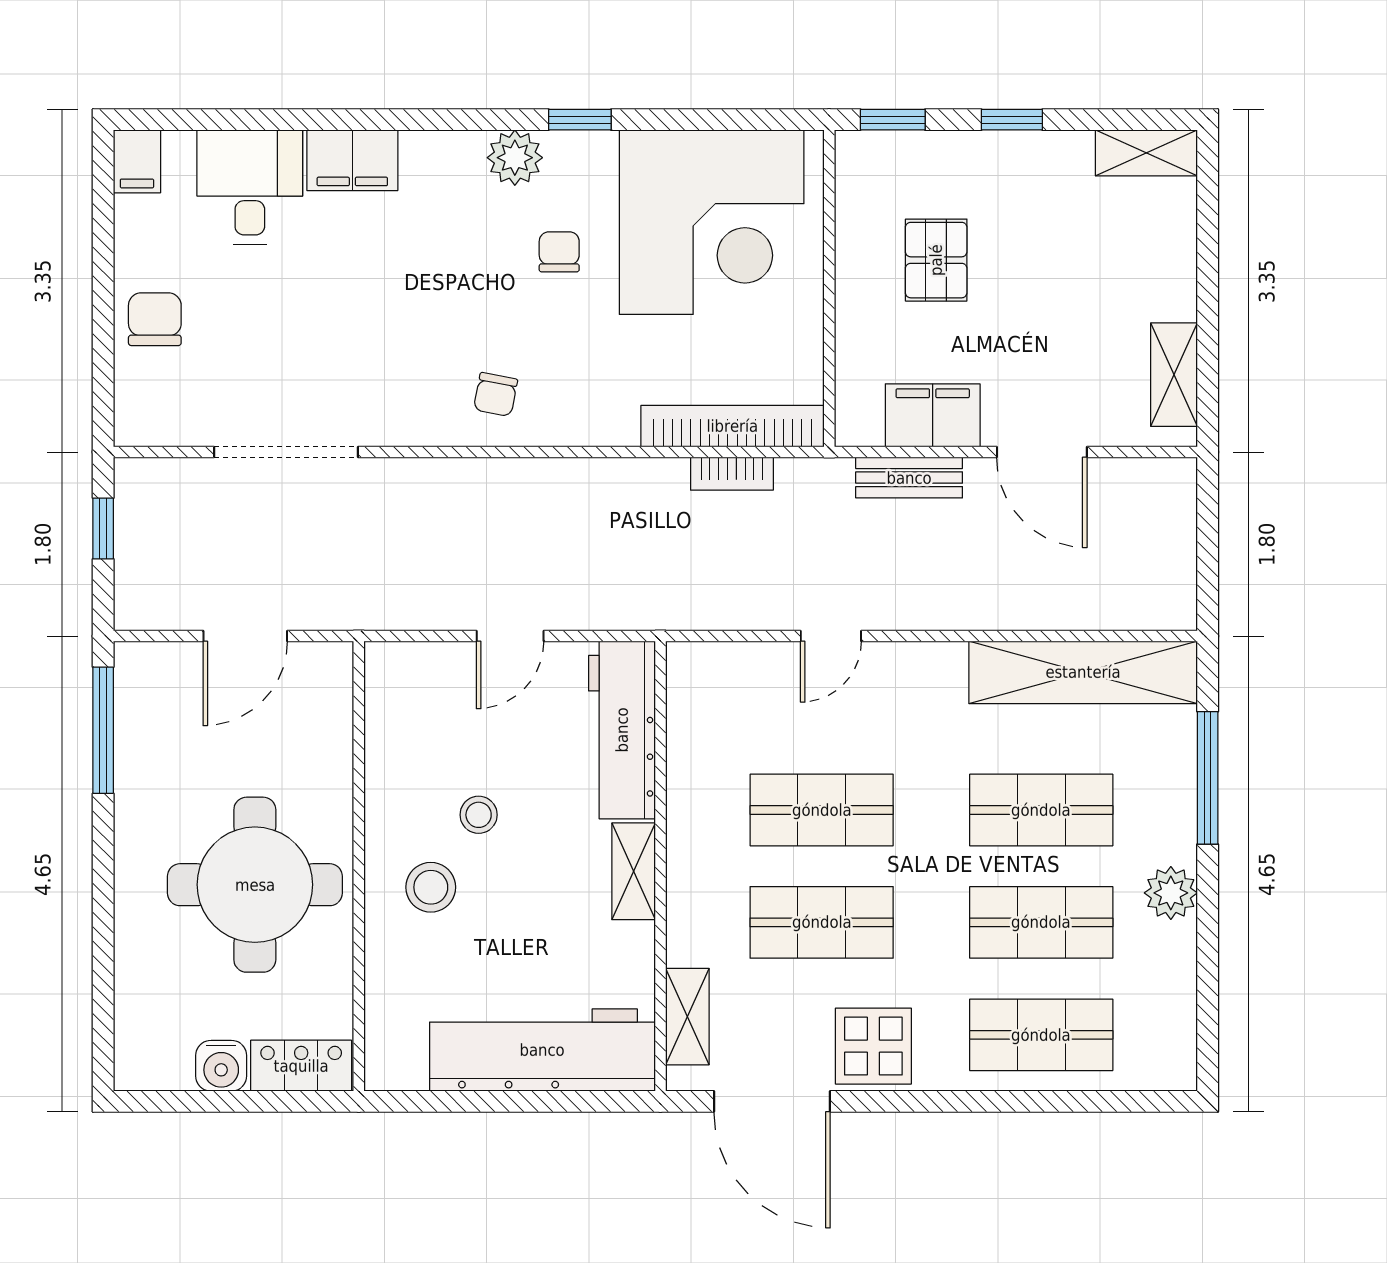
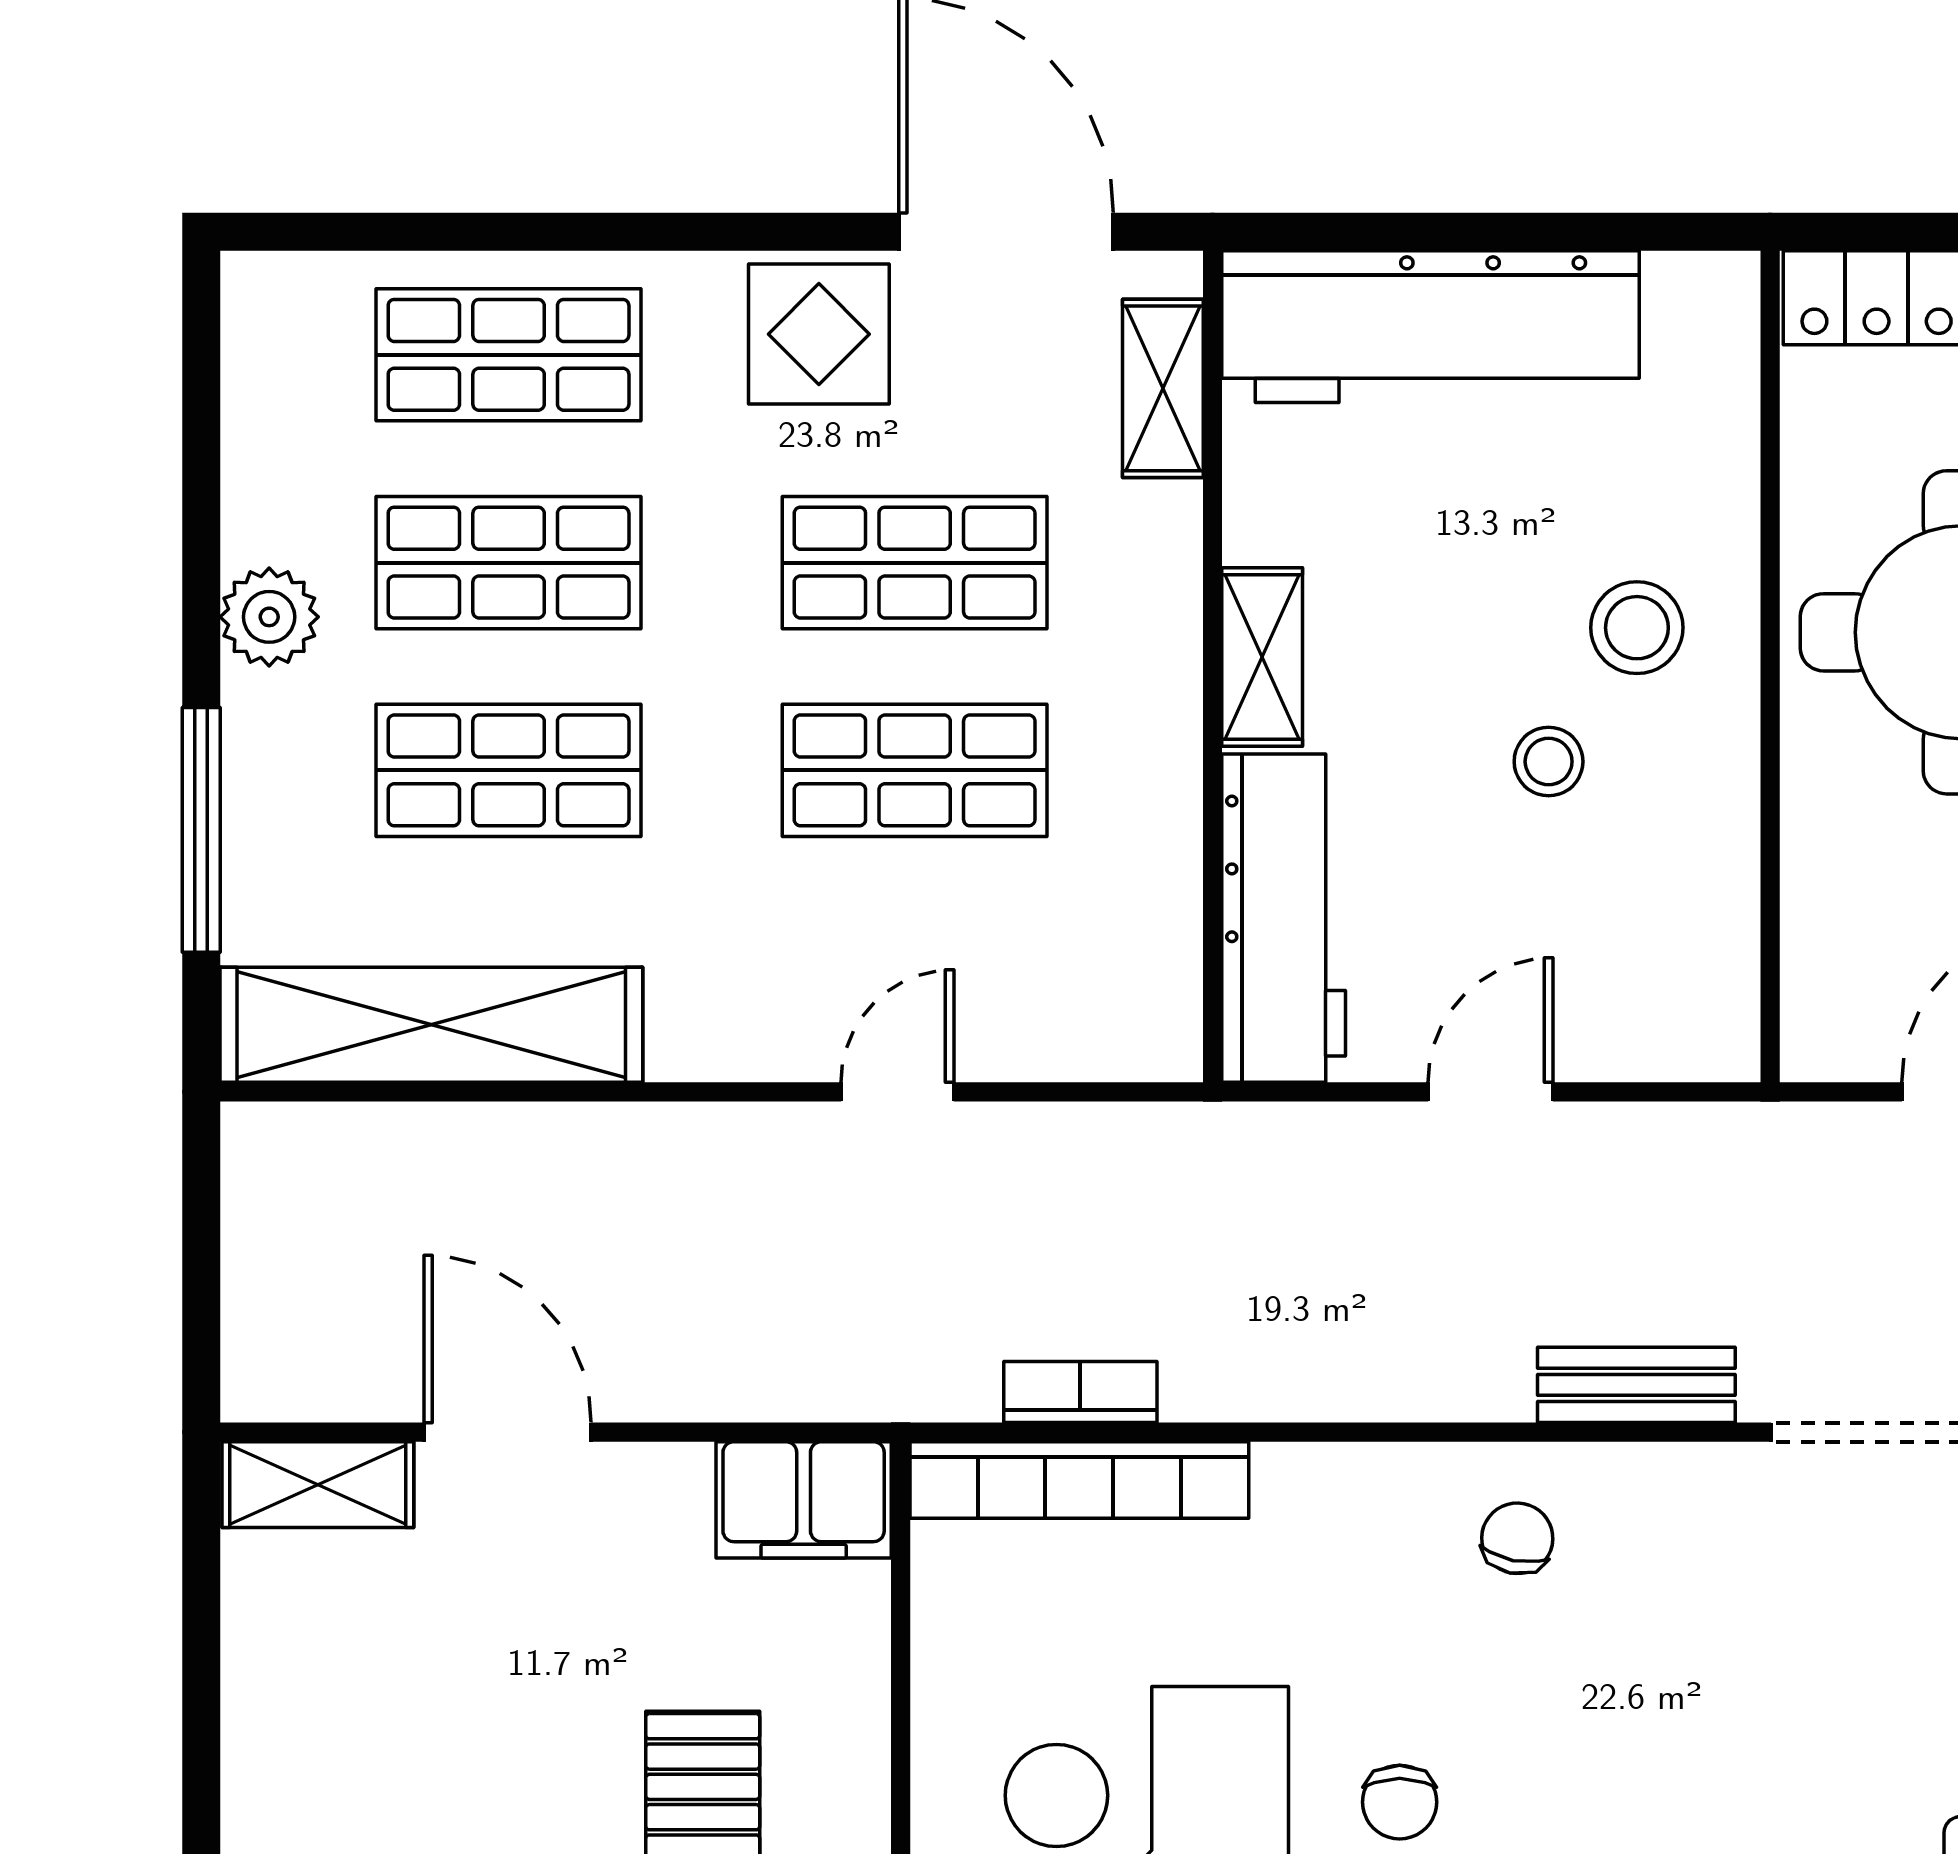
shelving: (1174, 375) -> (318, 1485), moved, turned 90
filing cabinet: (933, 415) -> (804, 1500), moved
bench: (909, 478) -> (1636, 1385), moved

